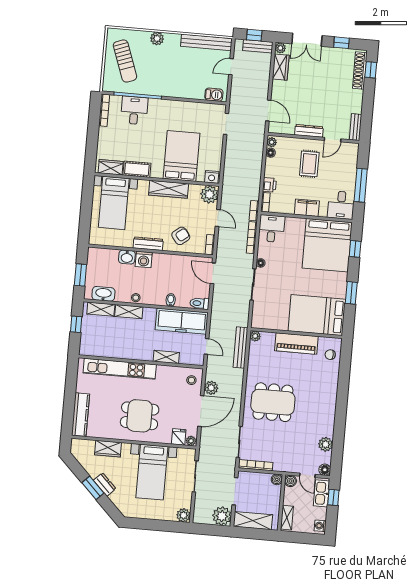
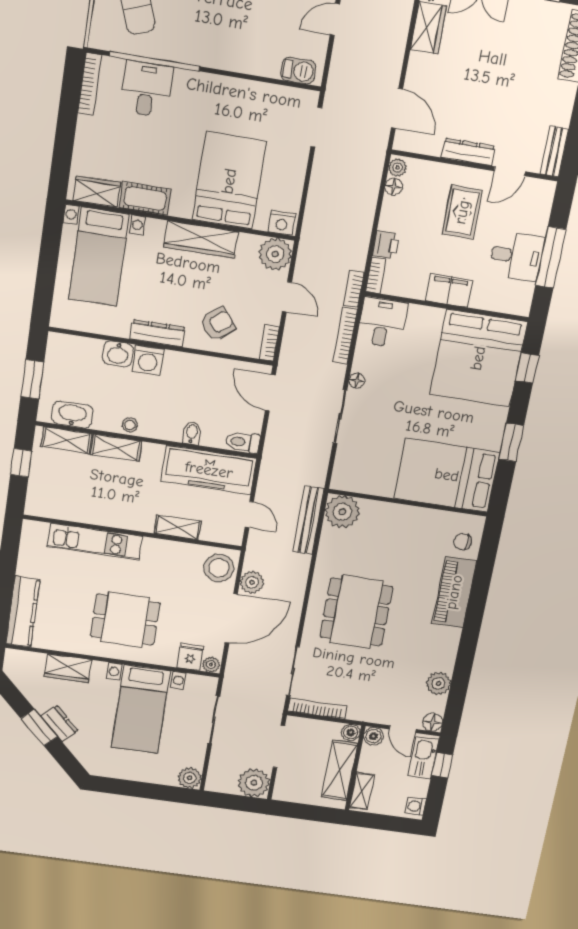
desk: (341, 205) -> (516, 256), moved, turned -90
plant: (255, 336) -> (342, 512), width x1.88, depth x1.88
piano: (296, 344) -> (454, 592), moved, turned 90
kitchen unit: (120, 369) -> (95, 542), width x0.73
stool: (191, 380) -> (219, 568), width x1.89, depth x1.89
dining table: (273, 402) -> (356, 612), turned 90
shelving: (253, 521) -> (340, 770), moved, turned 90

